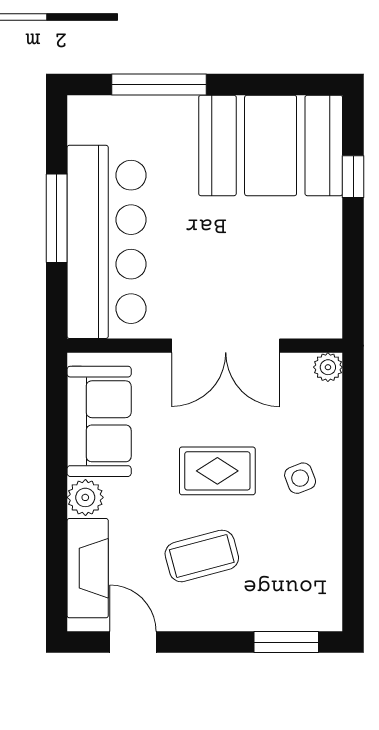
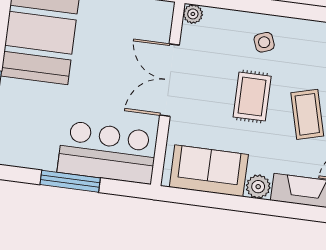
bar counter: (107, 242) -> (107, 152), width x0.73
double door: (226, 346) -> (170, 80), swing flipped

